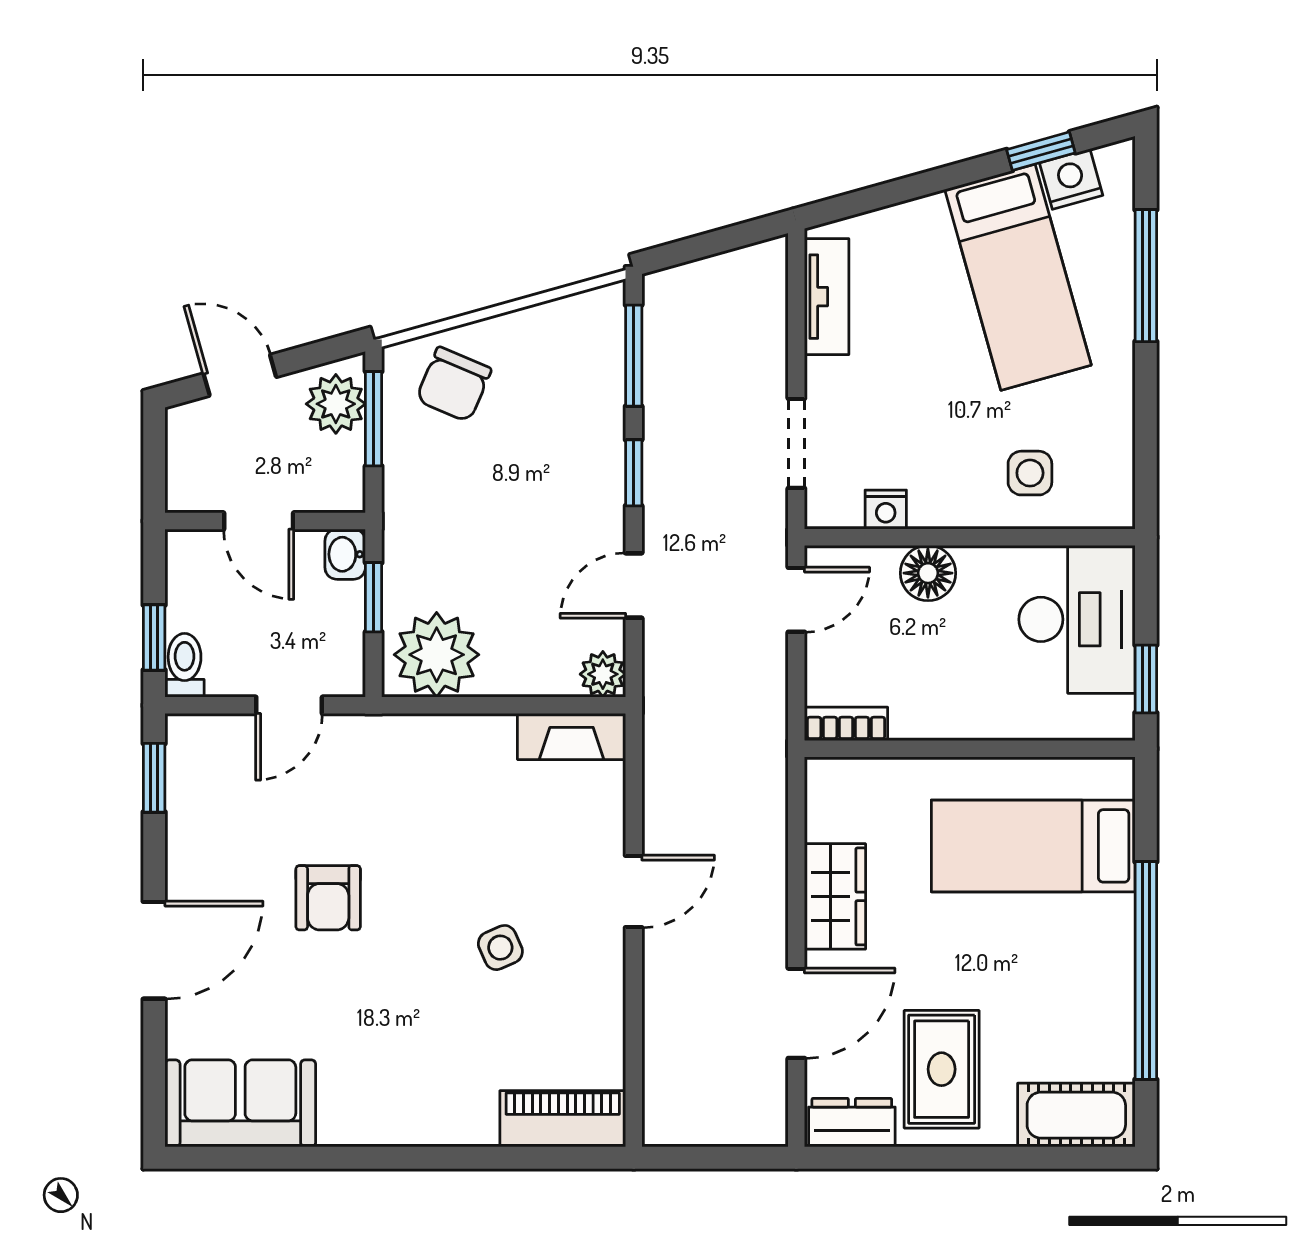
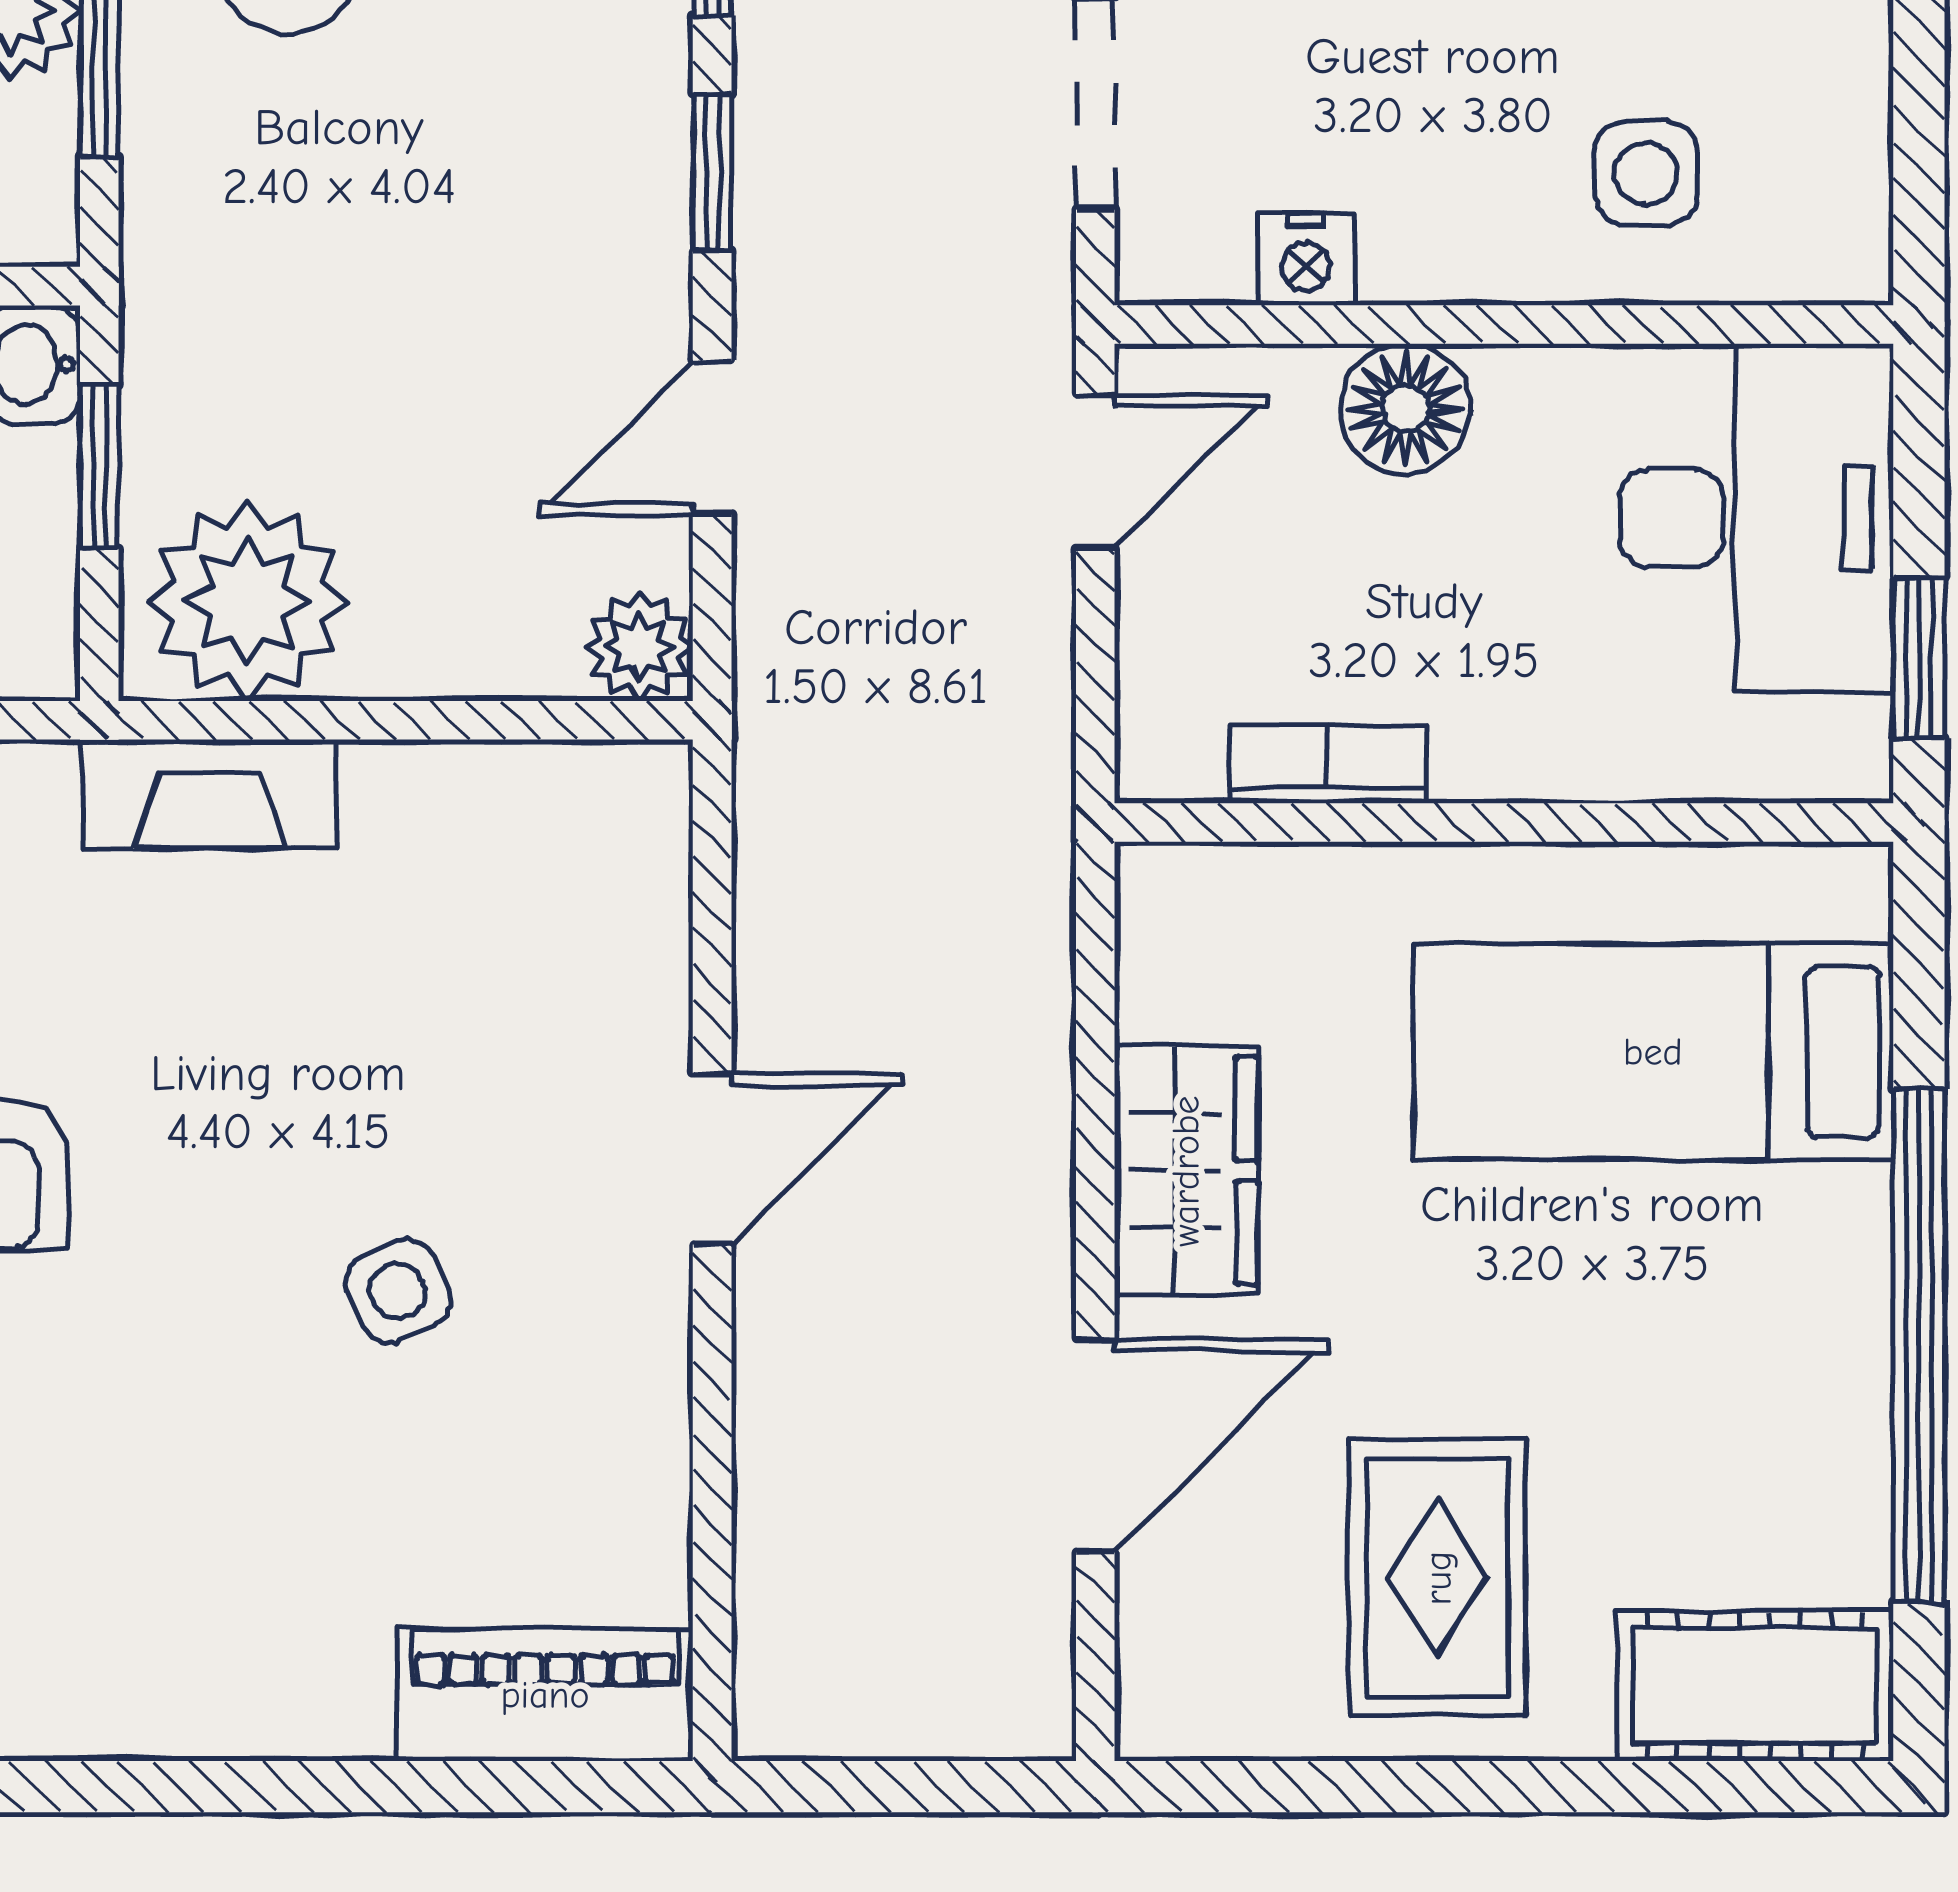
bookcase: (846, 724) -> (1328, 764), moved
fireplace: (572, 737) -> (209, 794), moved
dresser: (852, 1123) -> (1226, 1704), removed

